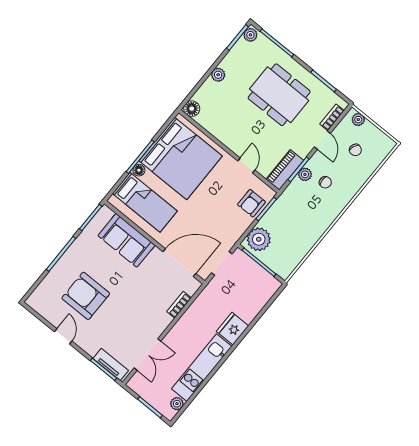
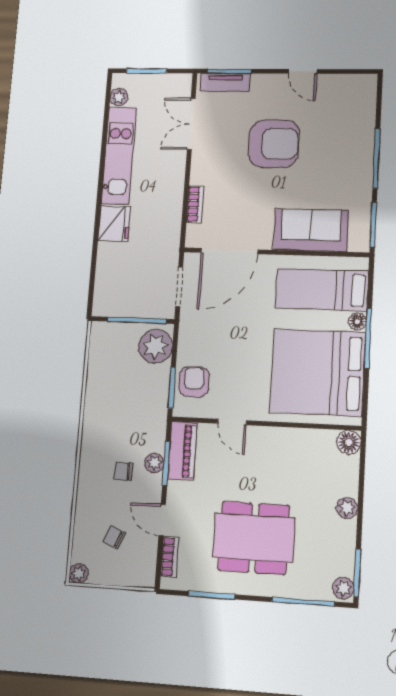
plant: (358, 120) -> (79, 573), moved
armchair: (86, 296) -> (274, 144), moved

